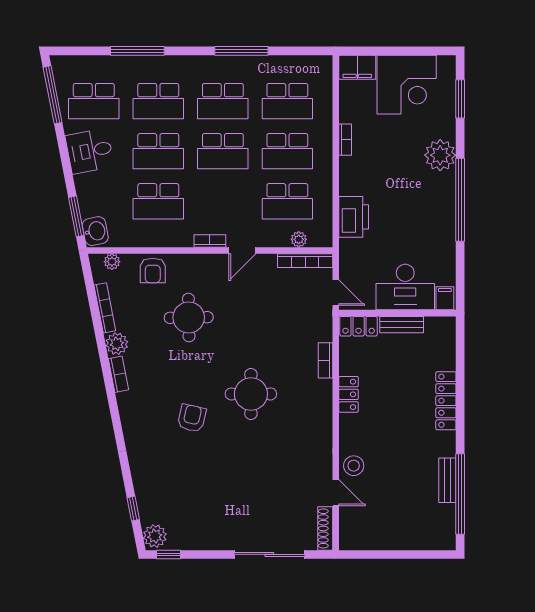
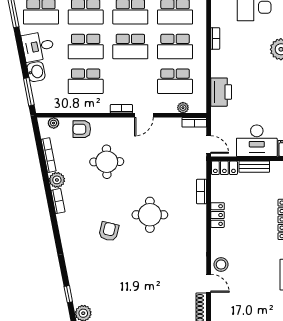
washbasin: (95, 231) -> (36, 72), moved
bookcase: (305, 261) -> (194, 122), width x0.64
armchair: (153, 270) -> (82, 129), turned 90

